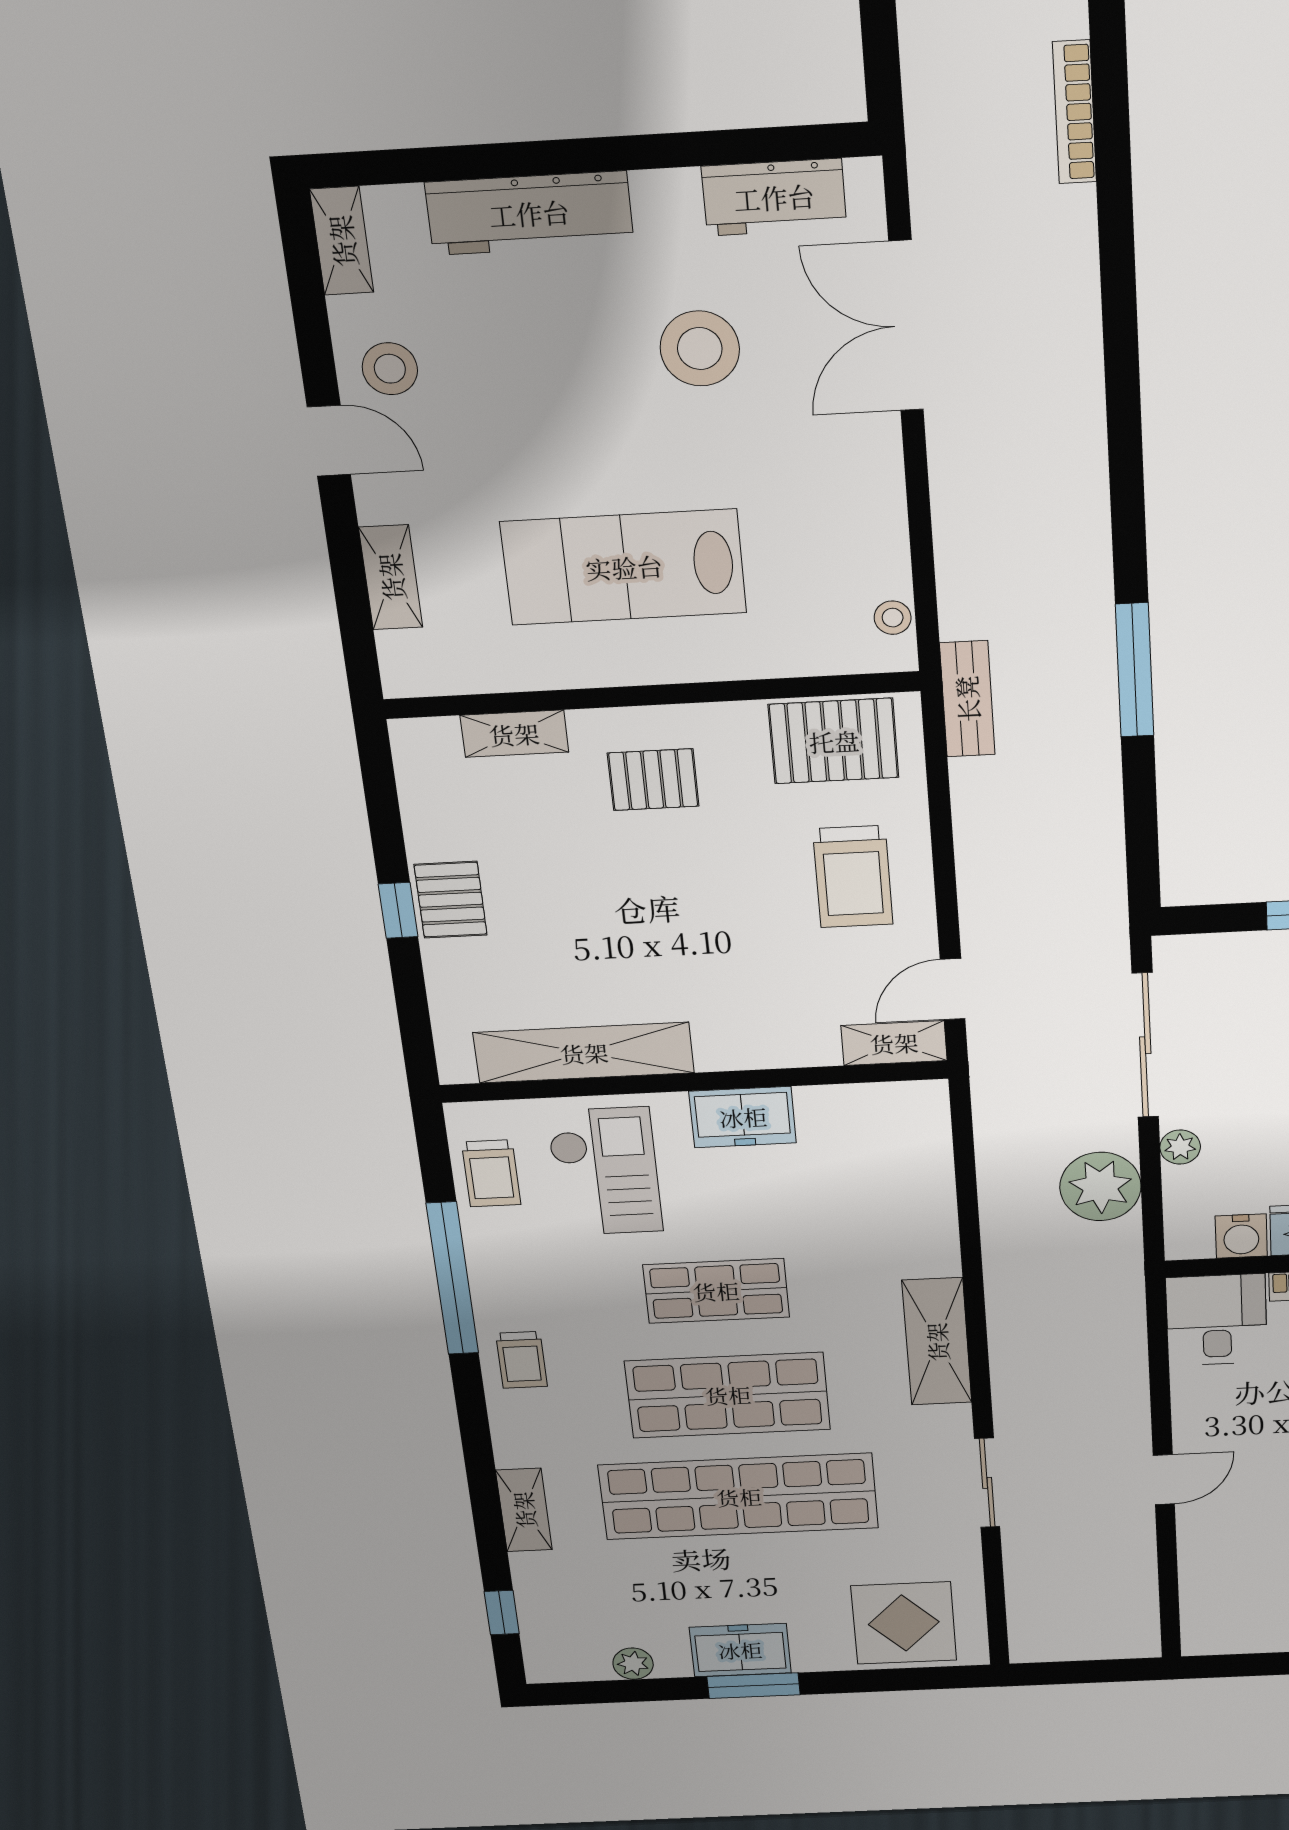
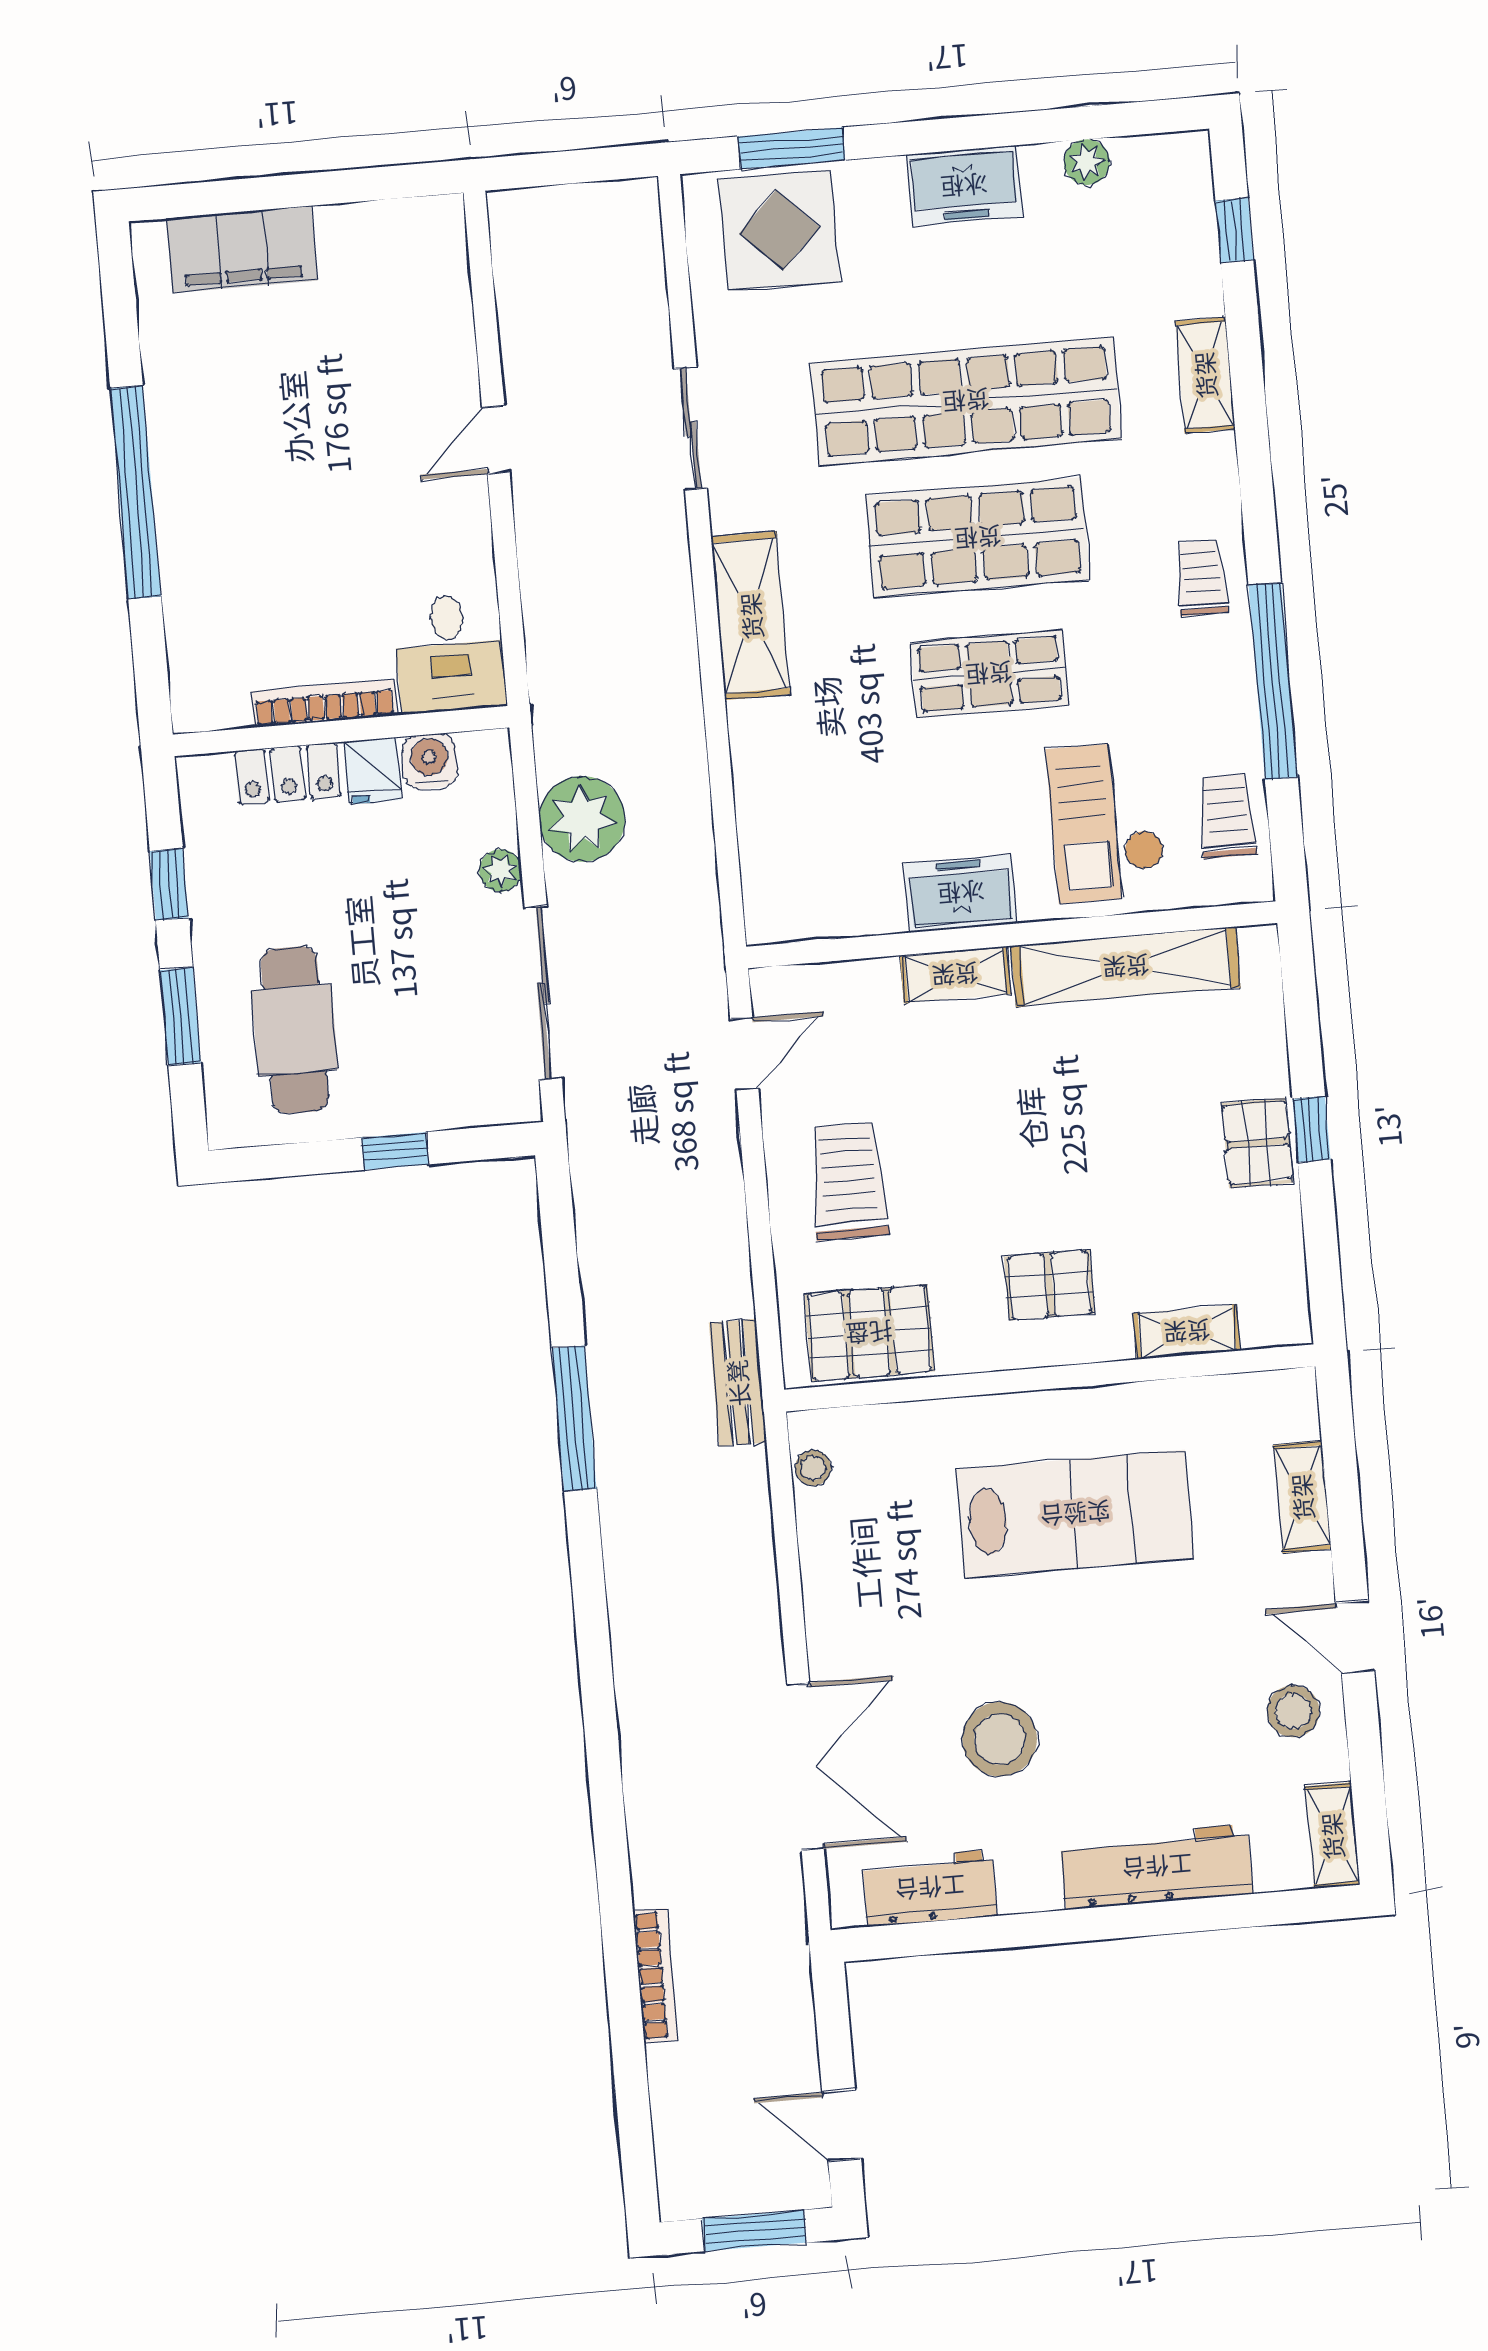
shelving: (894, 1043) -> (955, 975), moved
window: (753, 1686) -> (792, 148), moved

